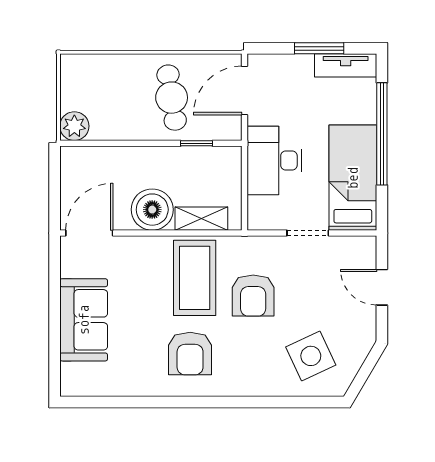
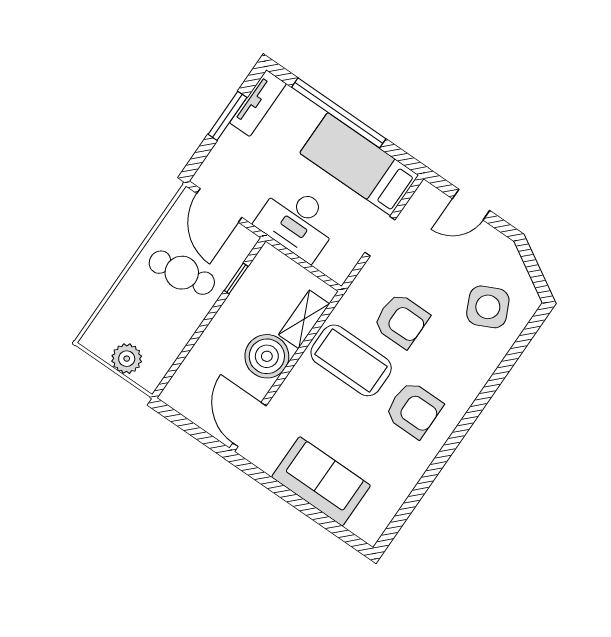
plant: (74, 126) -> (127, 359), moved

